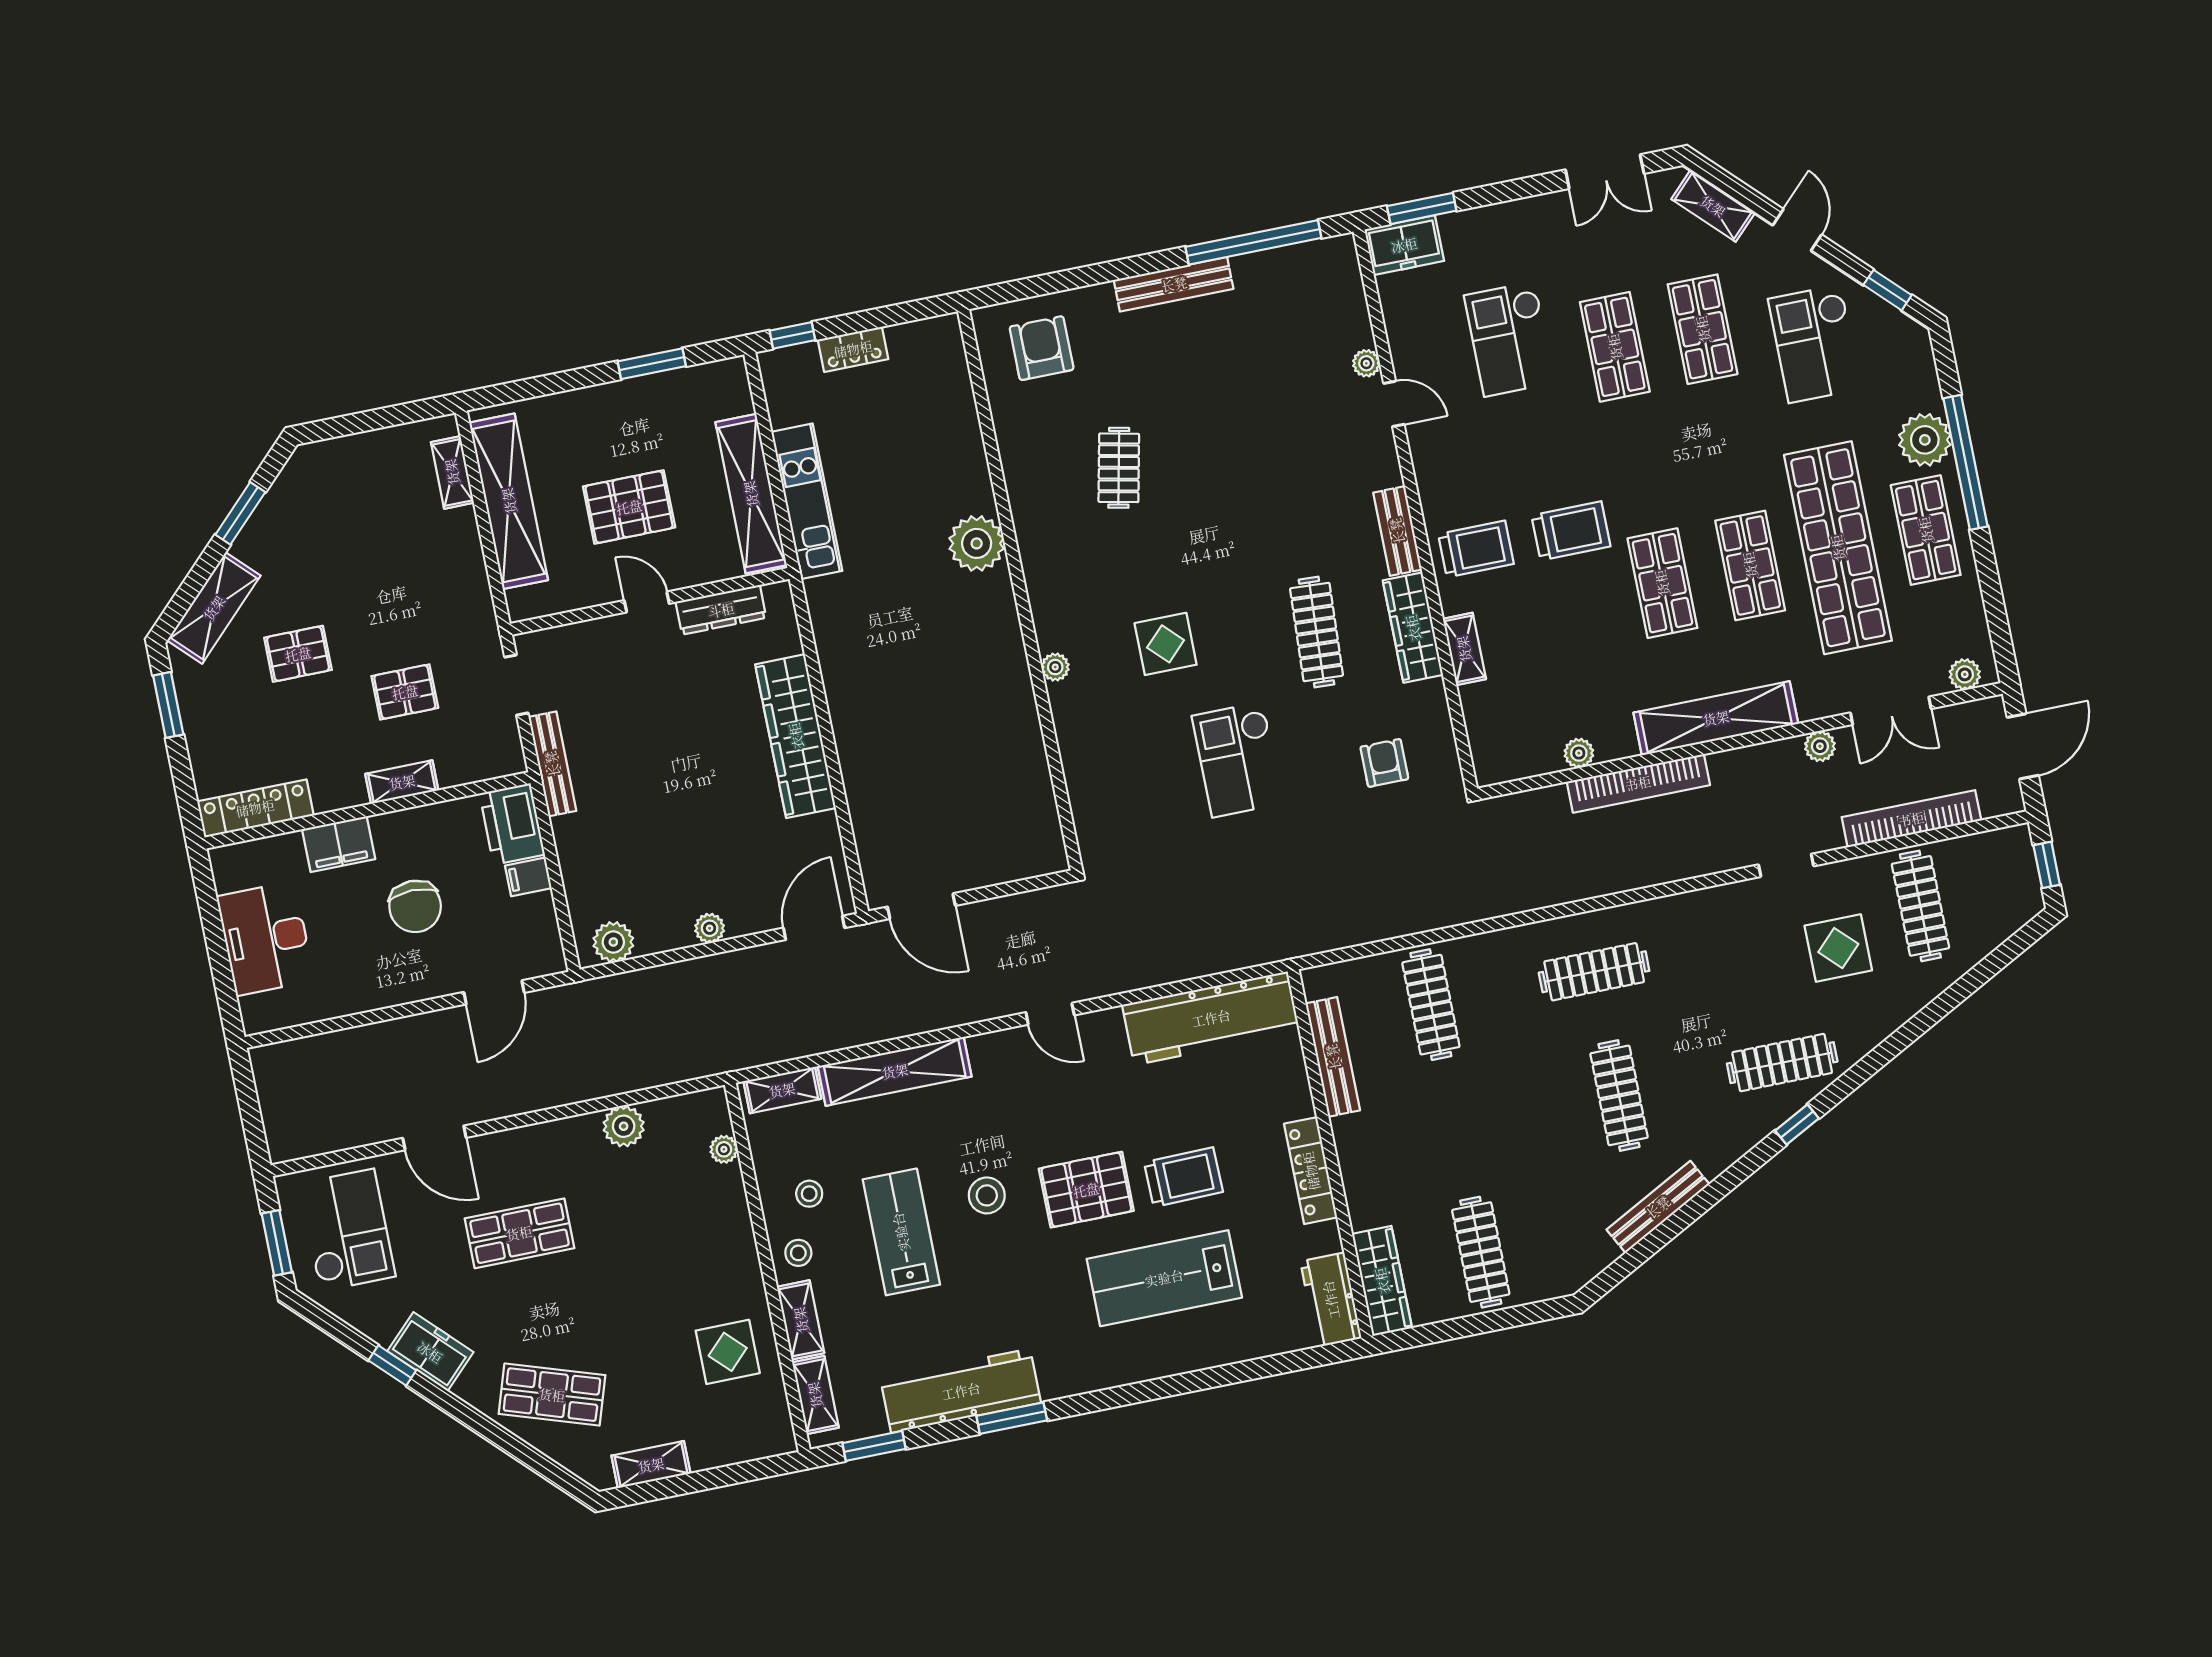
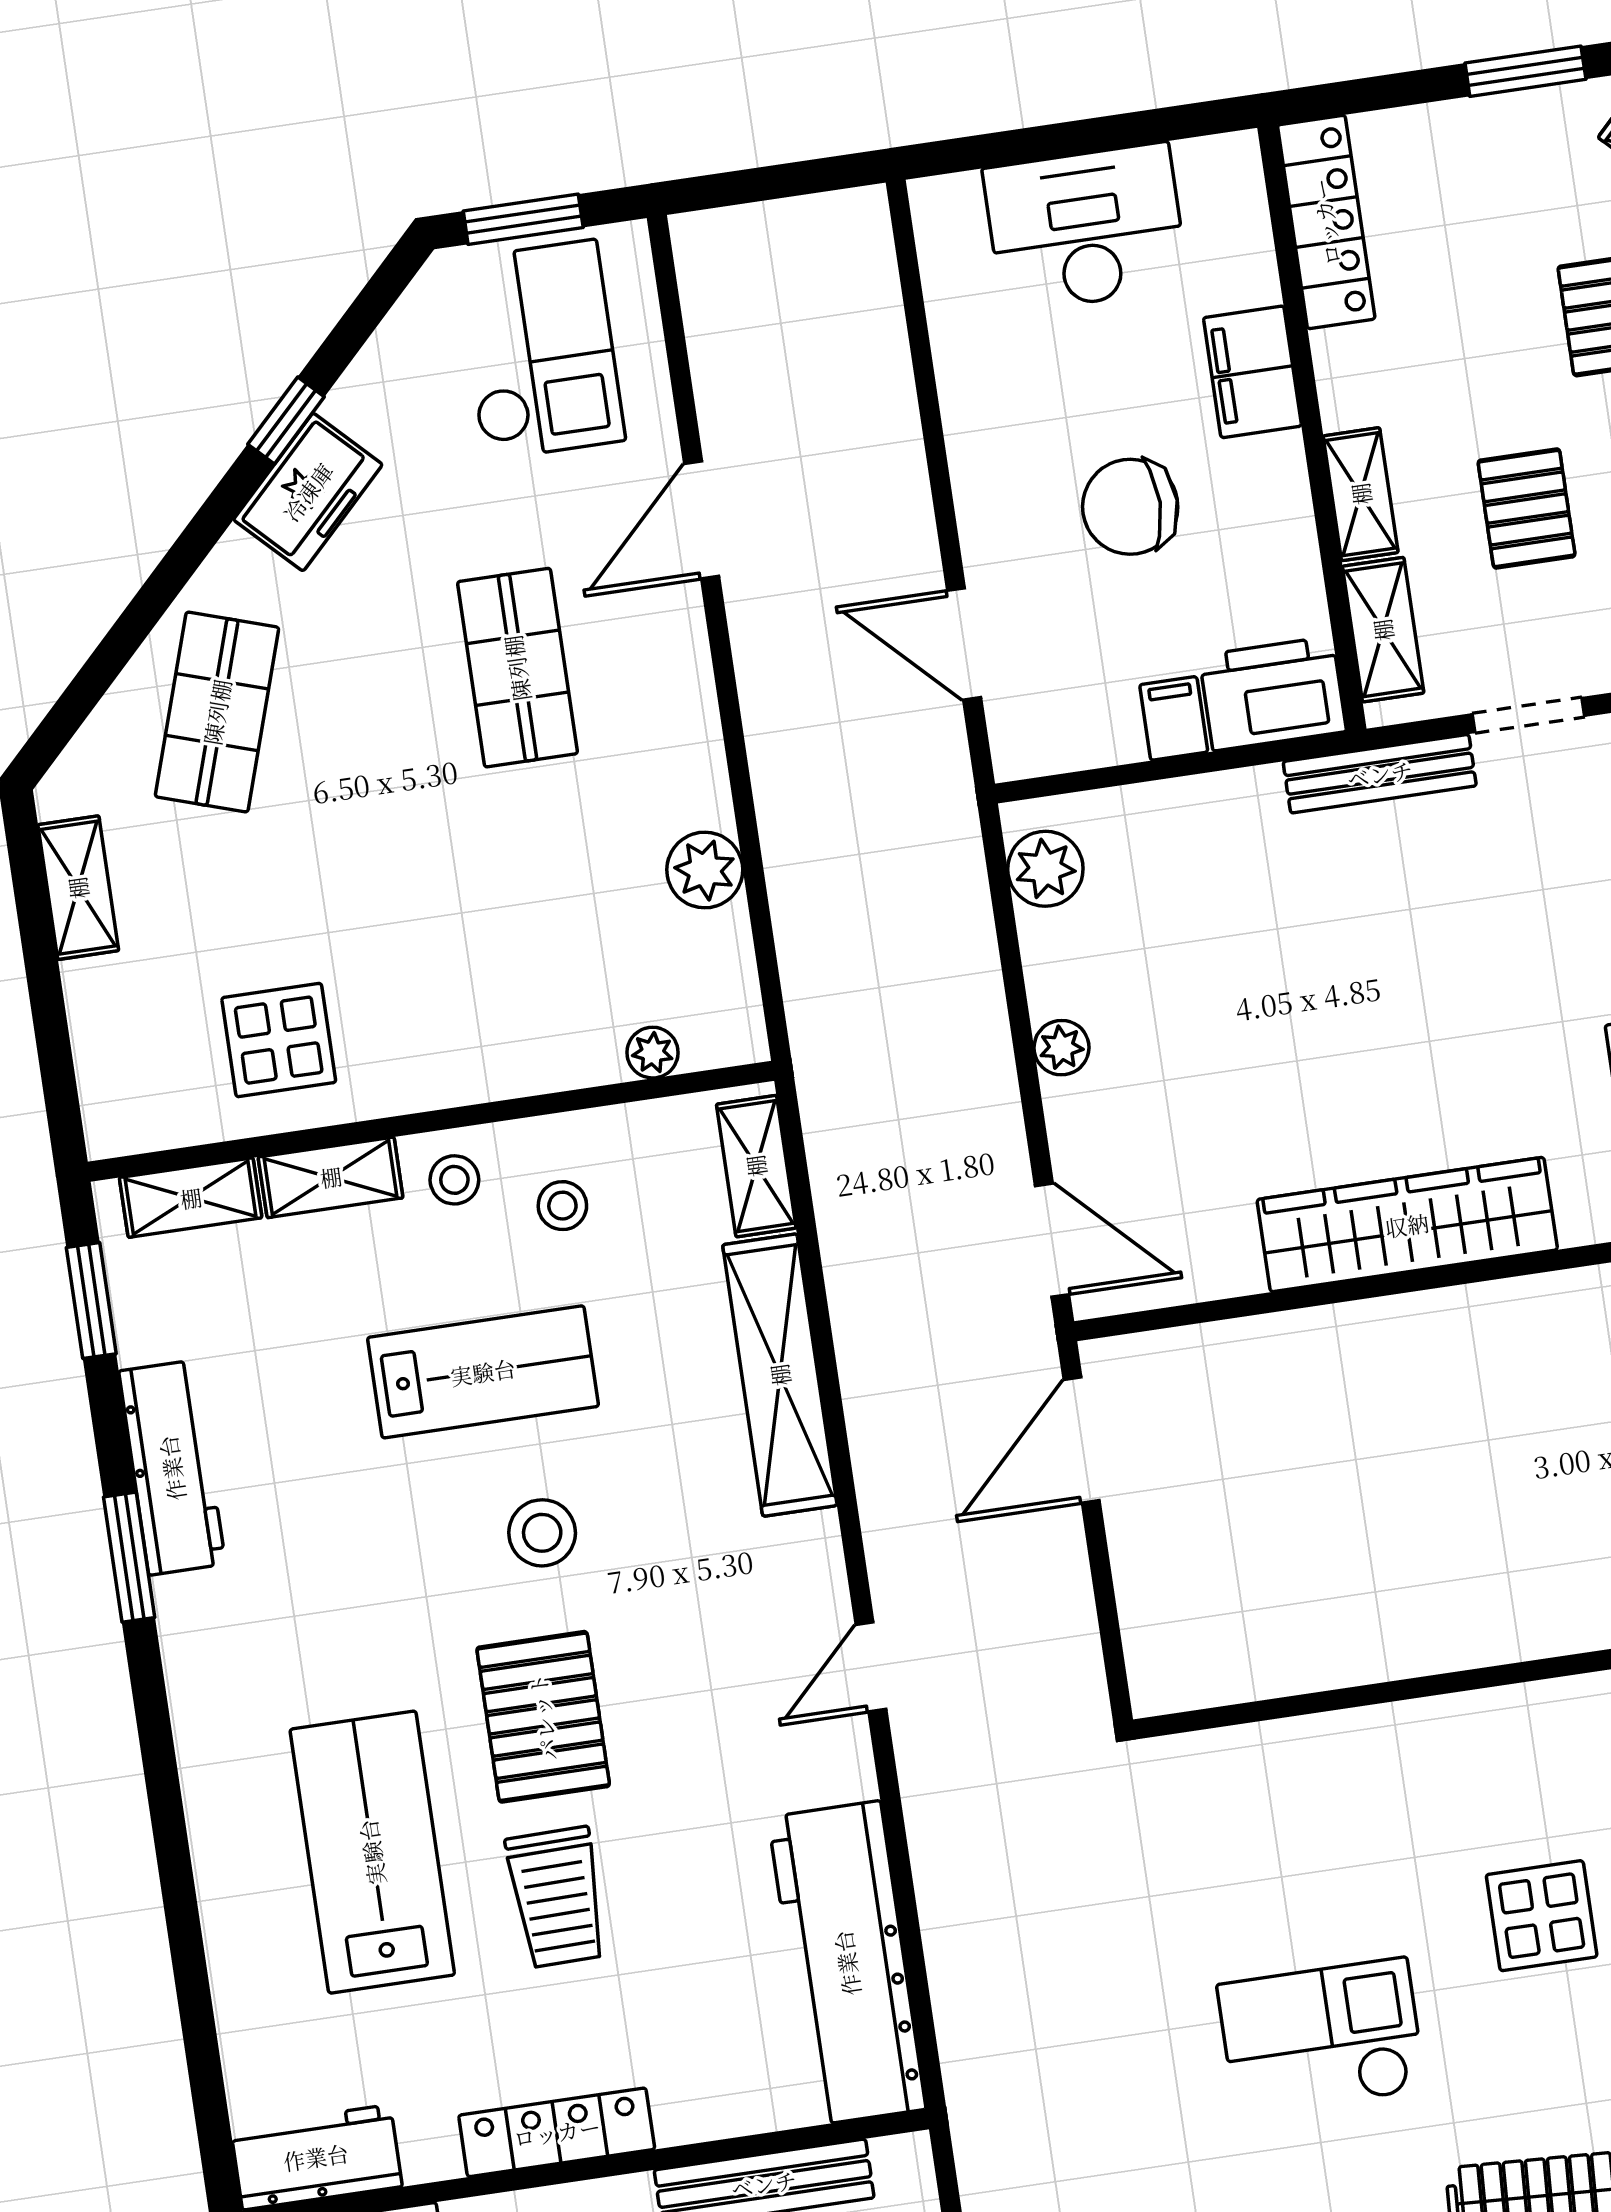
plant: (1055, 667) -> (1510, 1710), removed
shelving: (474, 766) -> (1383, 630), added
checkout: (347, 1230) -> (540, 350), turned -90
workbench: (961, 1391) -> (172, 1468), width x0.73, depth x0.76

